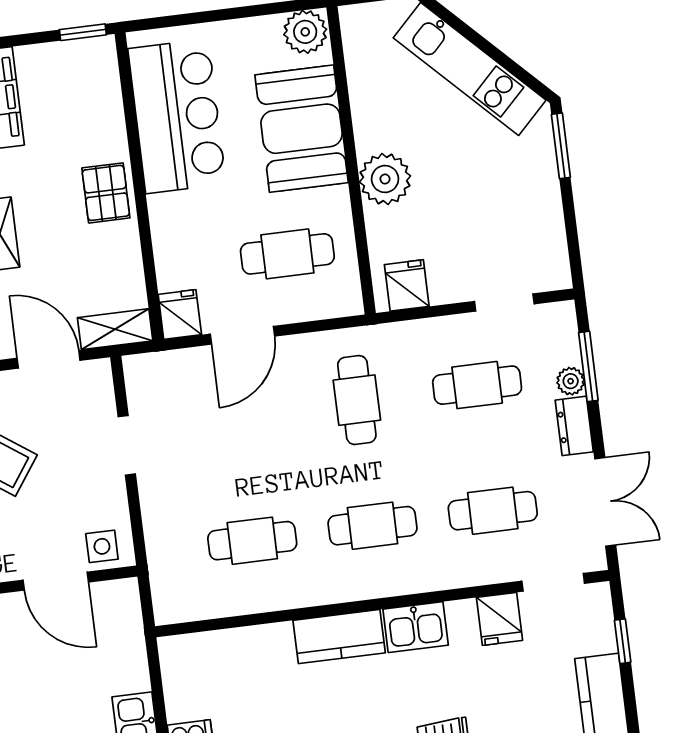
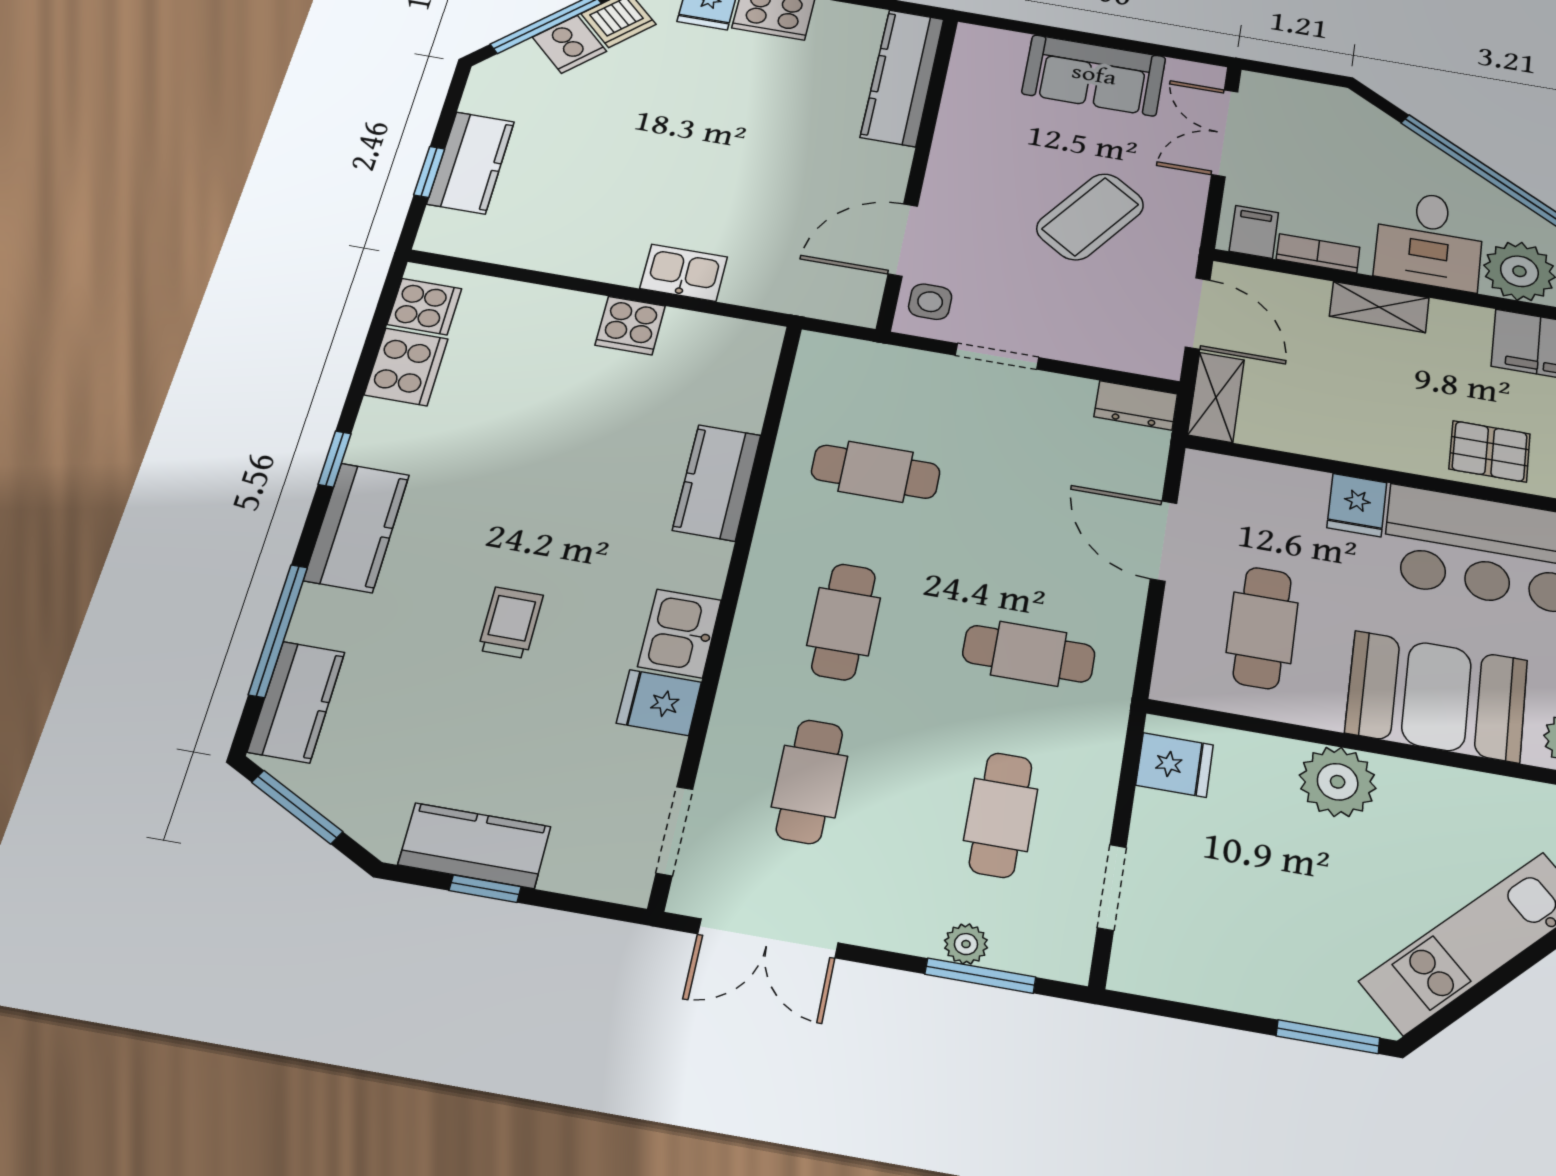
pallet: (106, 193) -> (1490, 451), moved
fridge: (180, 315) -> (1357, 505), moved, turned 90
door: (49, 359) -> (1198, 313), hinge flipped
dresser: (574, 426) -> (1136, 405), moved, turned 180
doorway: (127, 445) -> (997, 356), moved
cafe table: (252, 541) -> (876, 472), turned 90
fridge: (499, 619) -> (659, 703), moved
kitchen counter: (339, 637) -> (717, 483), moved
window: (623, 641) -> (485, 889), moved

